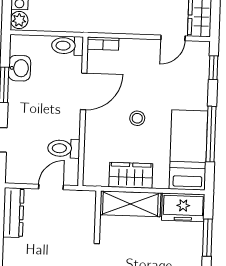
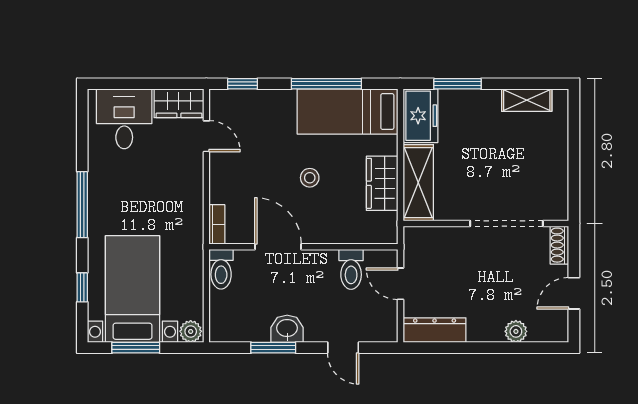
washbasin: (20, 68) -> (287, 329), moved

